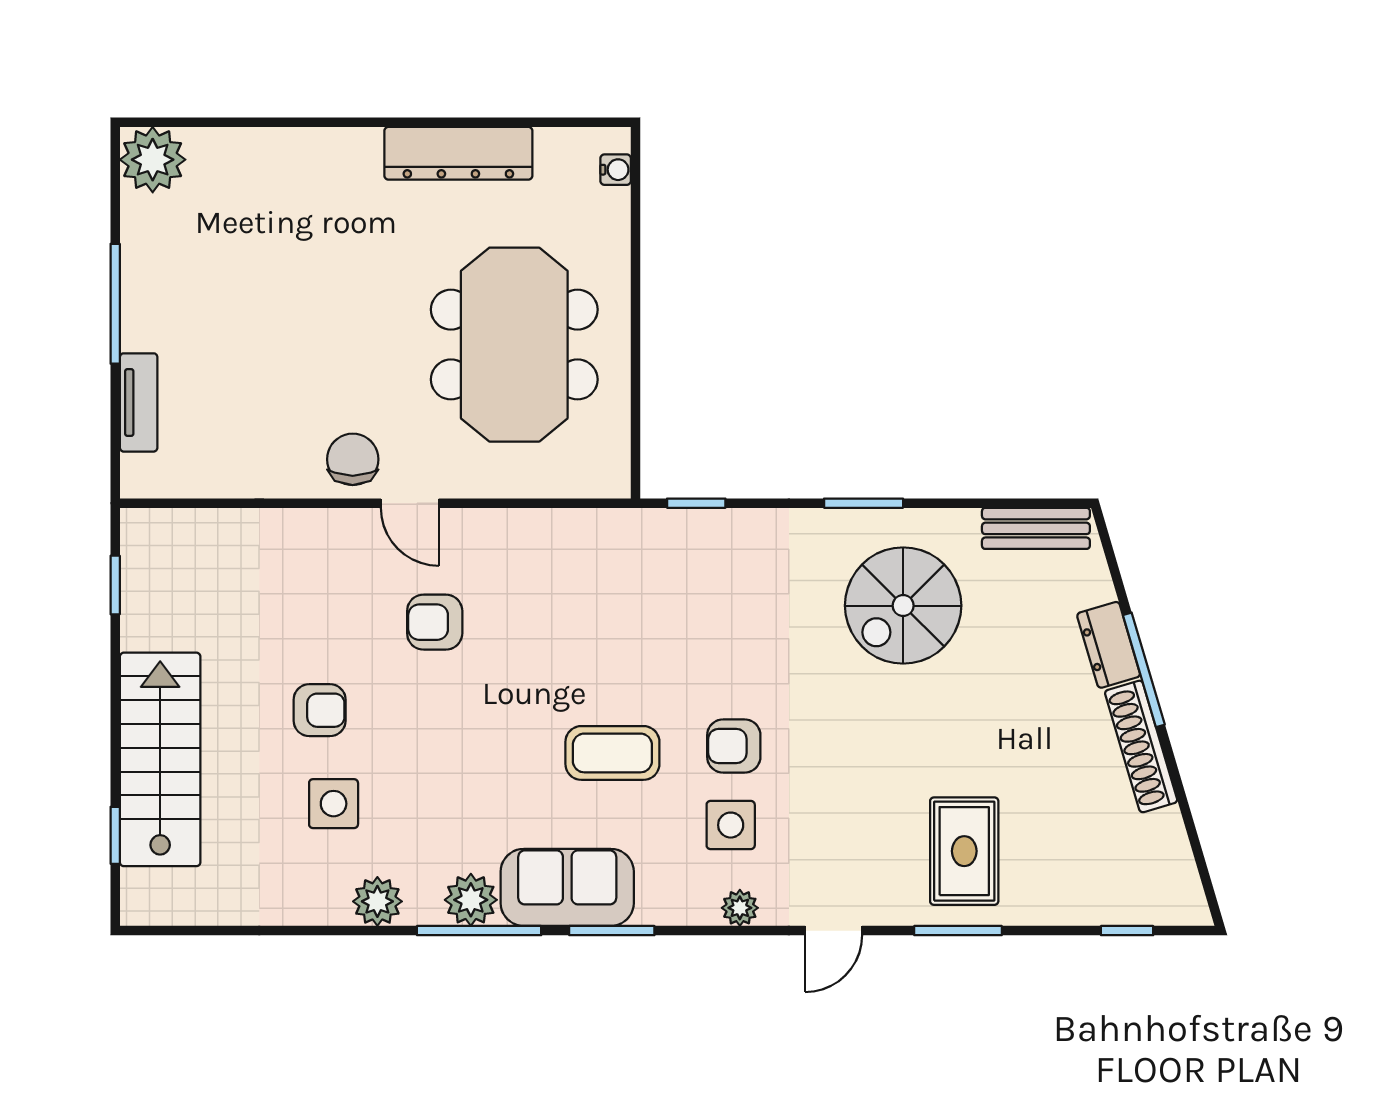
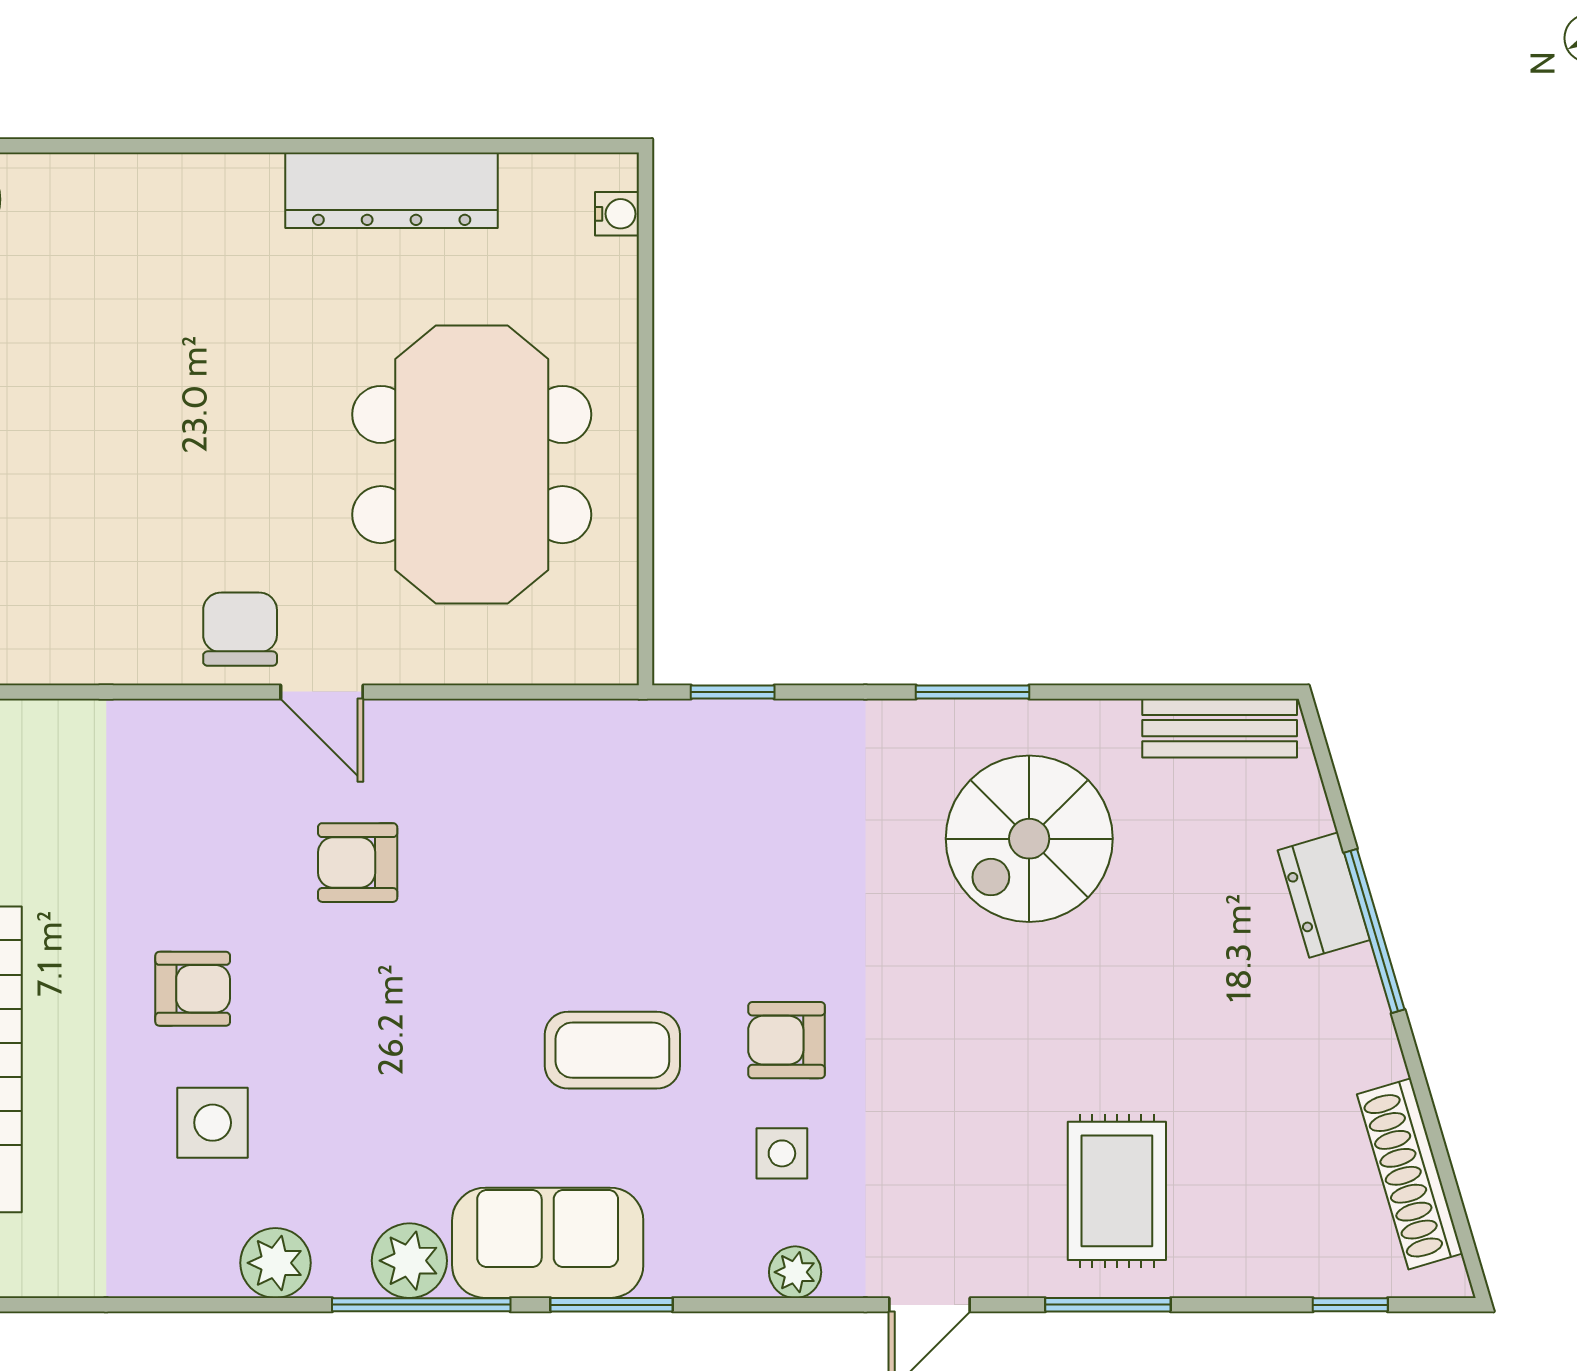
shoe rack: (1141, 746) -> (1410, 1174), moved
side table: (731, 825) -> (782, 1153), width x0.73, depth x0.73

